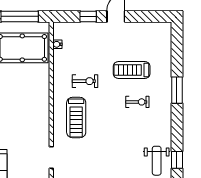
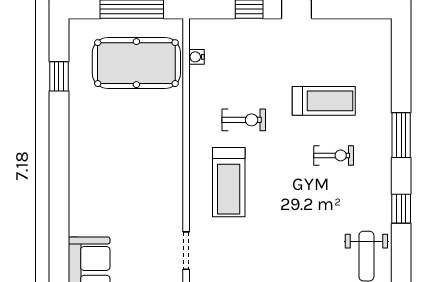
treadmill: (132, 70) -> (324, 101), turned 180
window: (177, 160) -> (401, 209), moved

